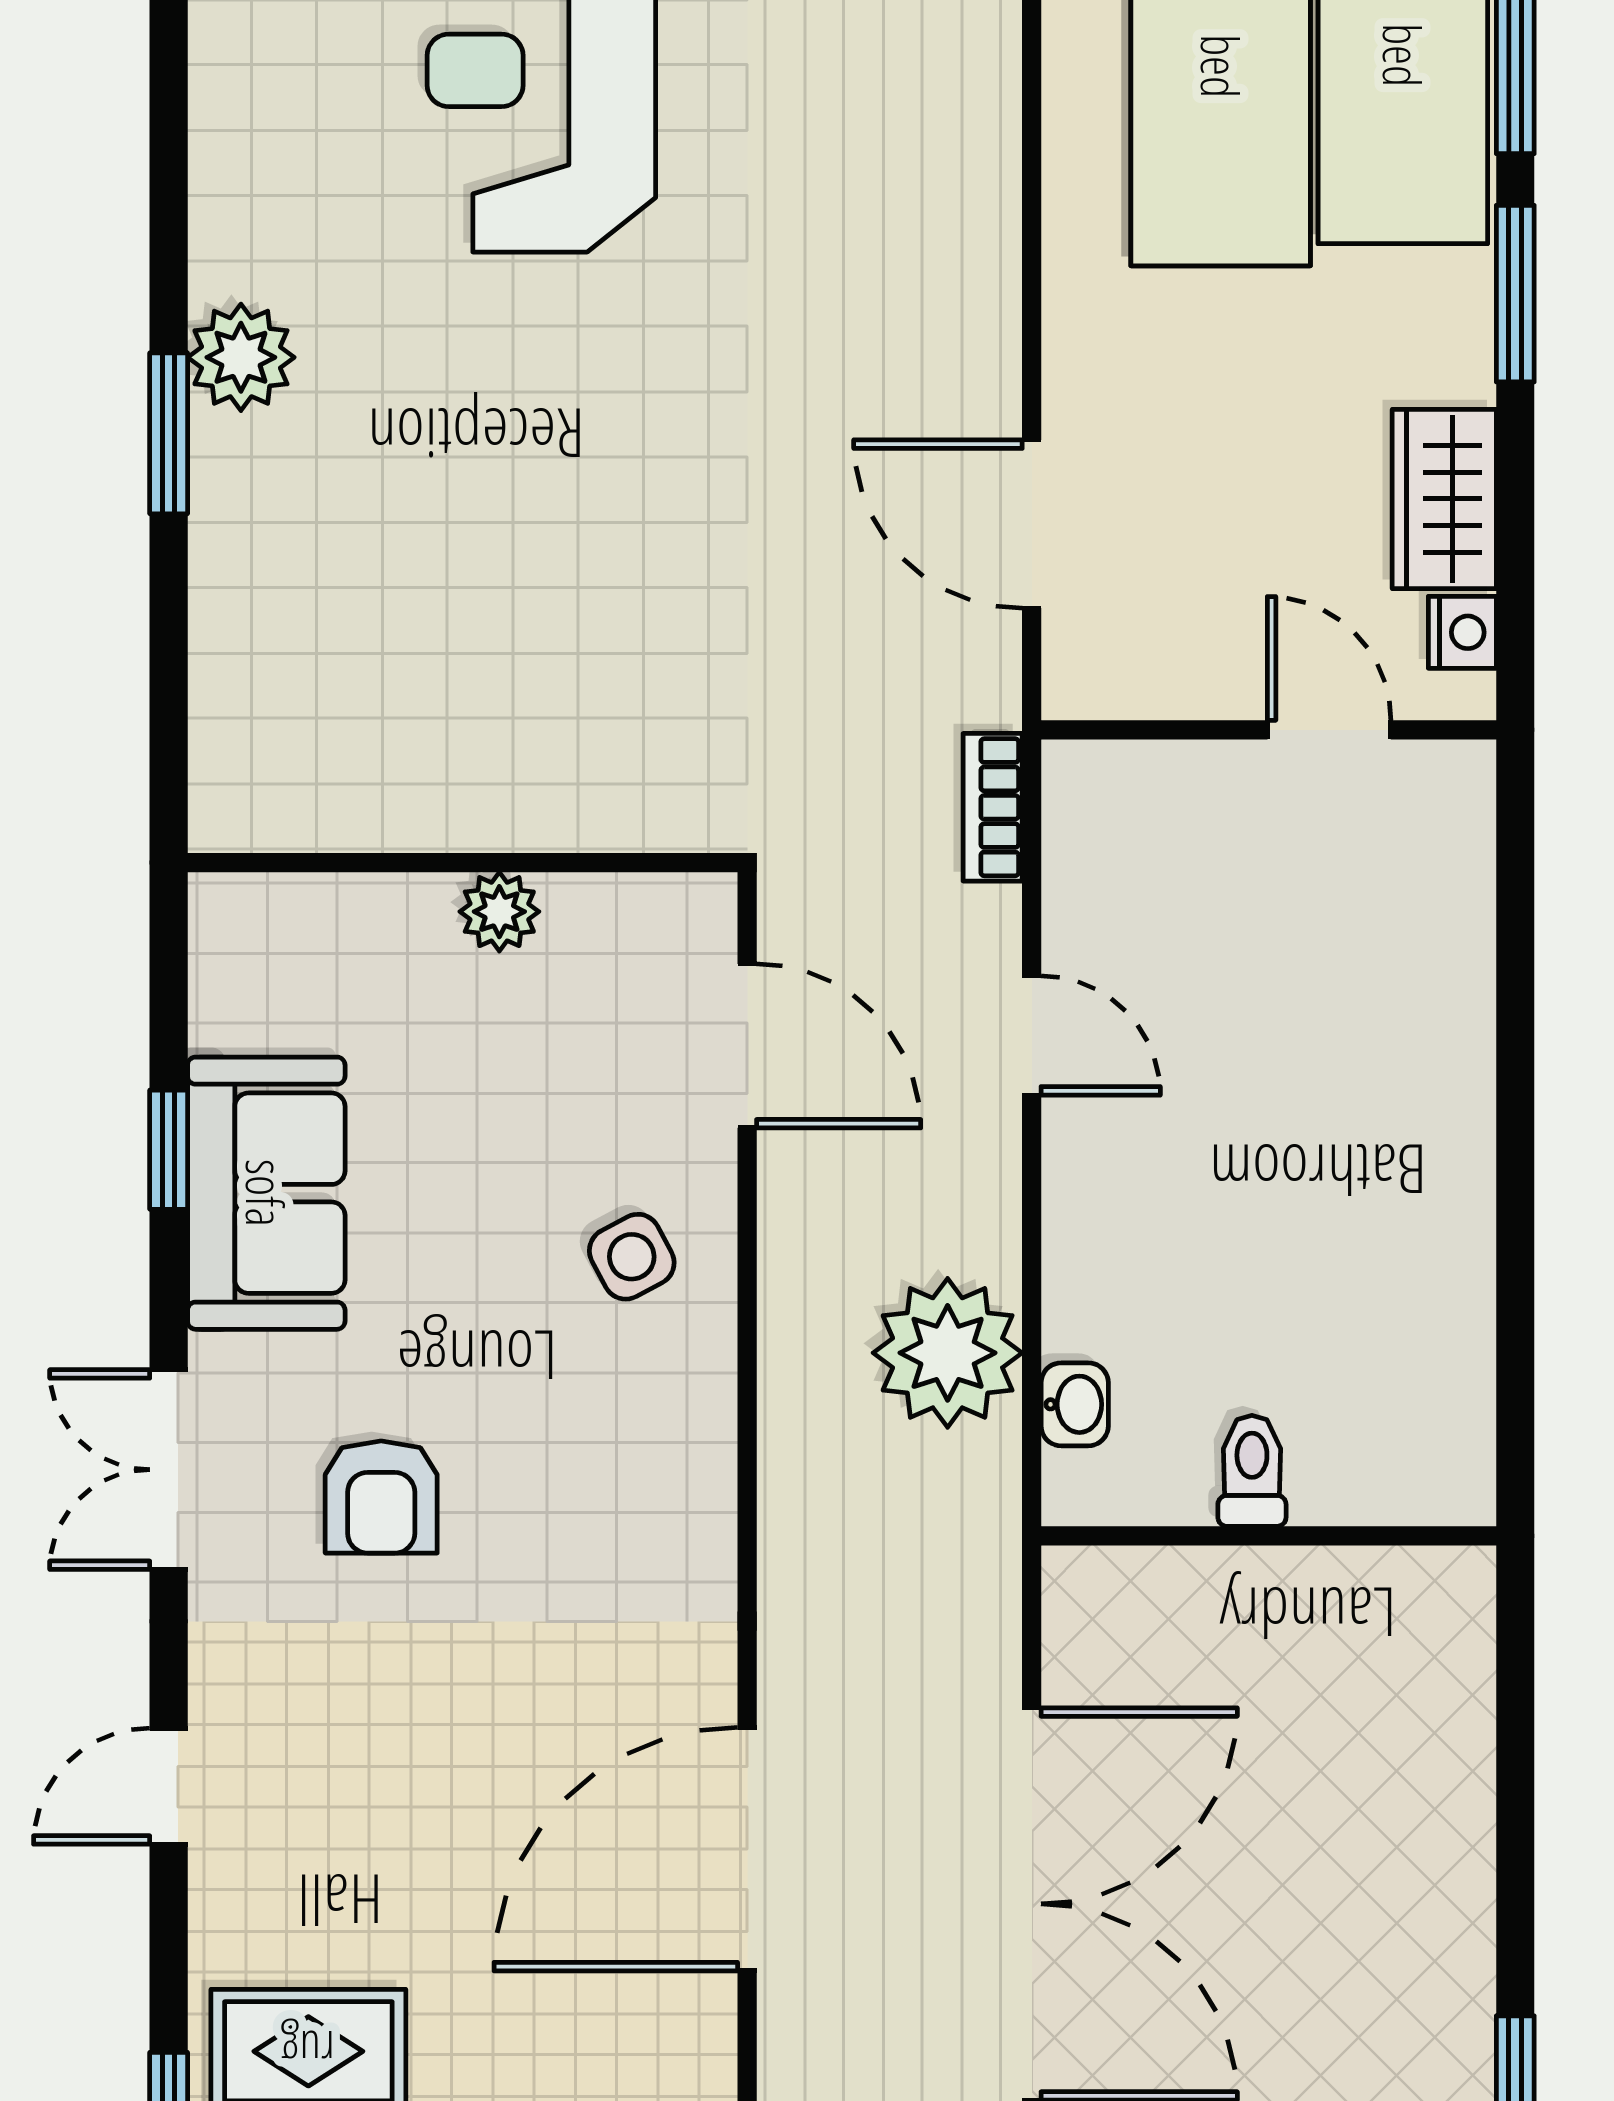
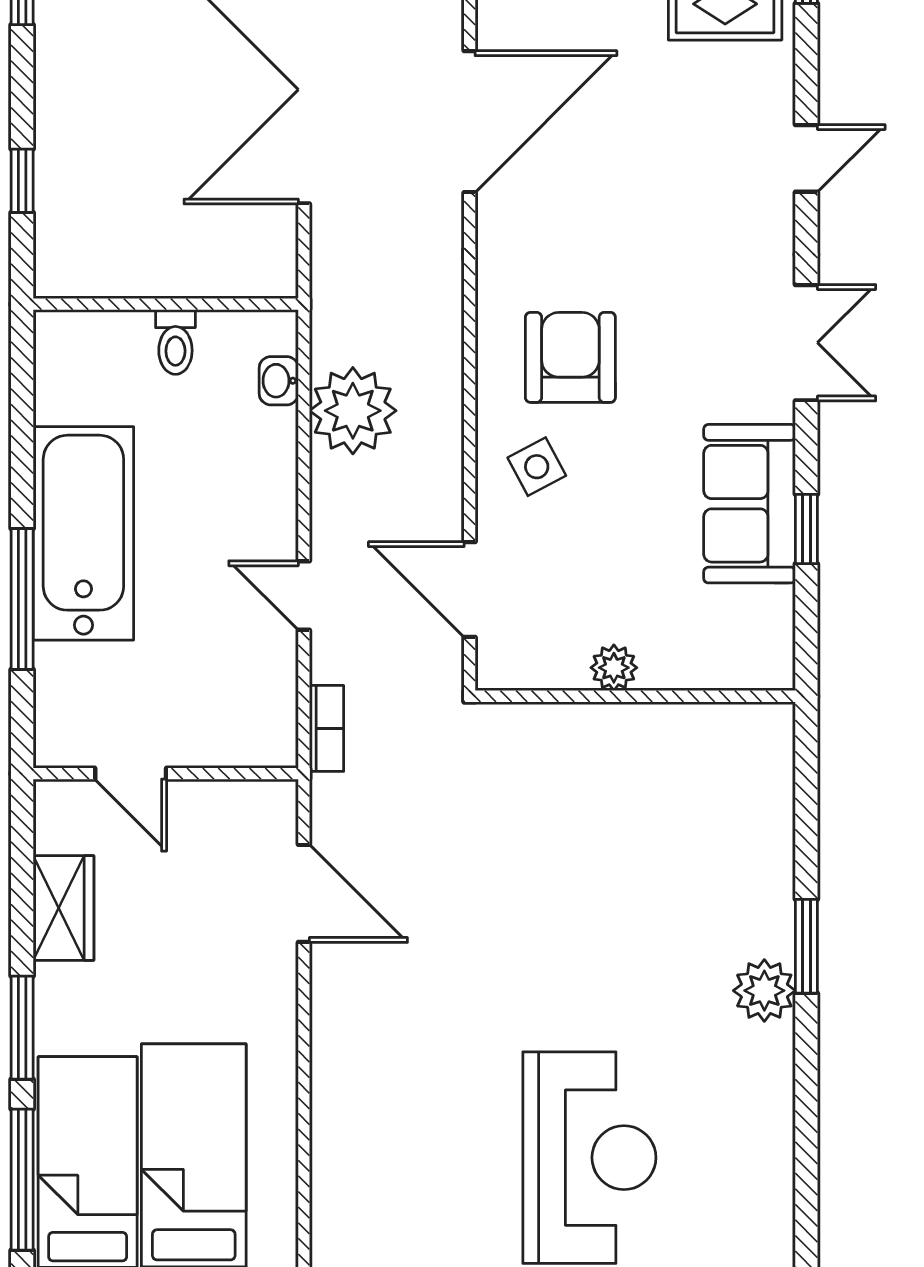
nightstand: (1462, 632) -> (53, 830), removed
window: (1515, 1030) -> (22, 599), added
bathtub: (1410, 1142) -> (83, 533), added
armchair: (381, 1497) -> (570, 357), moved, width x1.38, depth x1.38
window: (1515, 1748) -> (22, 181), added

